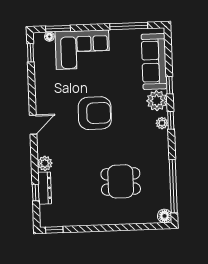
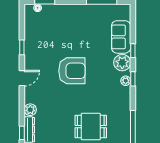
corner sofa: (82, 50) -> (64, 19), removed
window: (30, 53) -> (22, 47), moved
sofa: (154, 61) -> (121, 37), width x0.73

